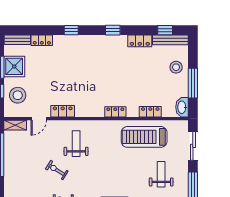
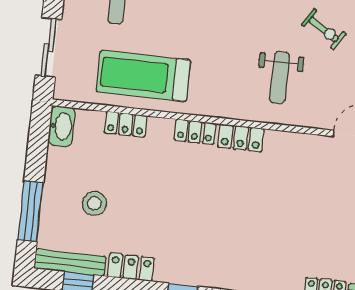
stool: (176, 67) -> (94, 203), moved
window: (193, 83) -> (30, 211), moved
locker: (63, 111) -> (241, 138), moved
treadmill: (144, 137) -> (143, 76), turned 180

